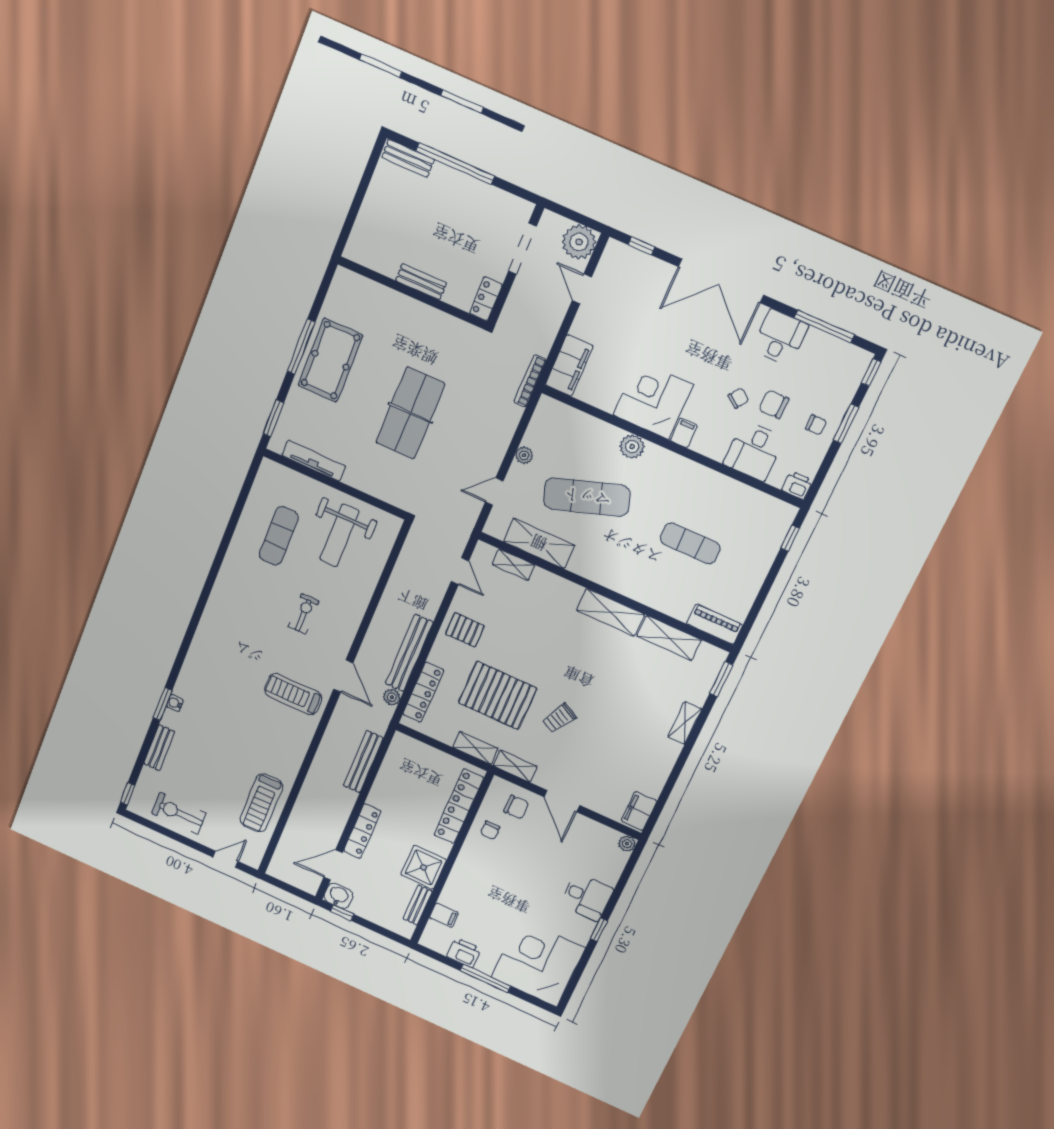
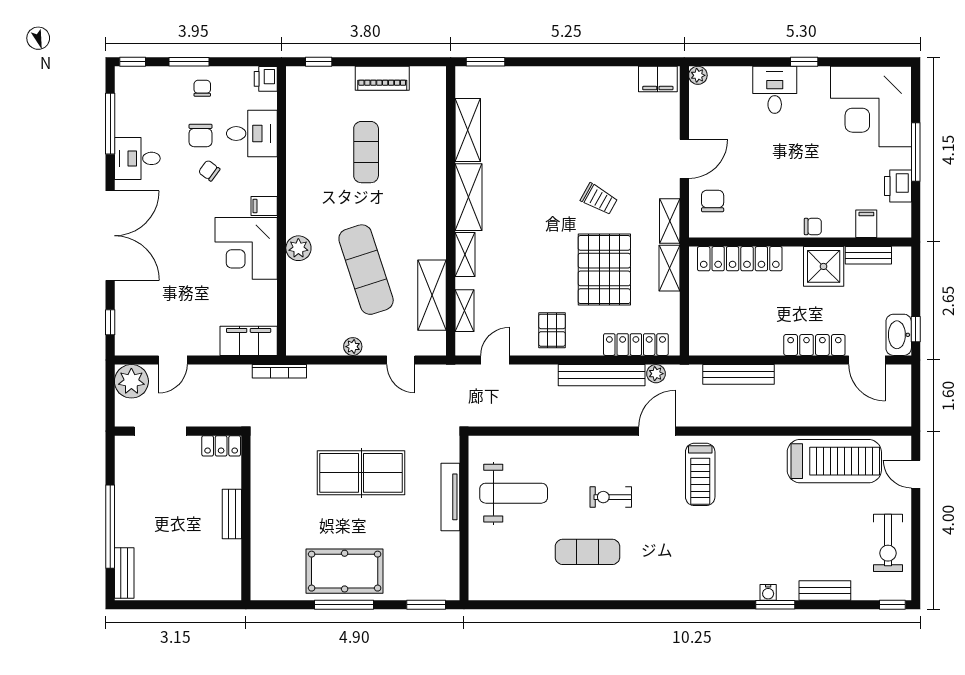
tv unit: (314, 461) -> (450, 497), moved
exercise mat: (279, 536) -> (587, 552), moved
piano: (715, 624) -> (382, 78), moved, turned -90
shelving: (685, 723) -> (465, 254), moved, turned 90
treadmill: (261, 803) -> (834, 461), width x1.37, depth x1.38
chair: (490, 830) -> (813, 227), moved
washbasin: (338, 896) -> (899, 335), width x1.38

